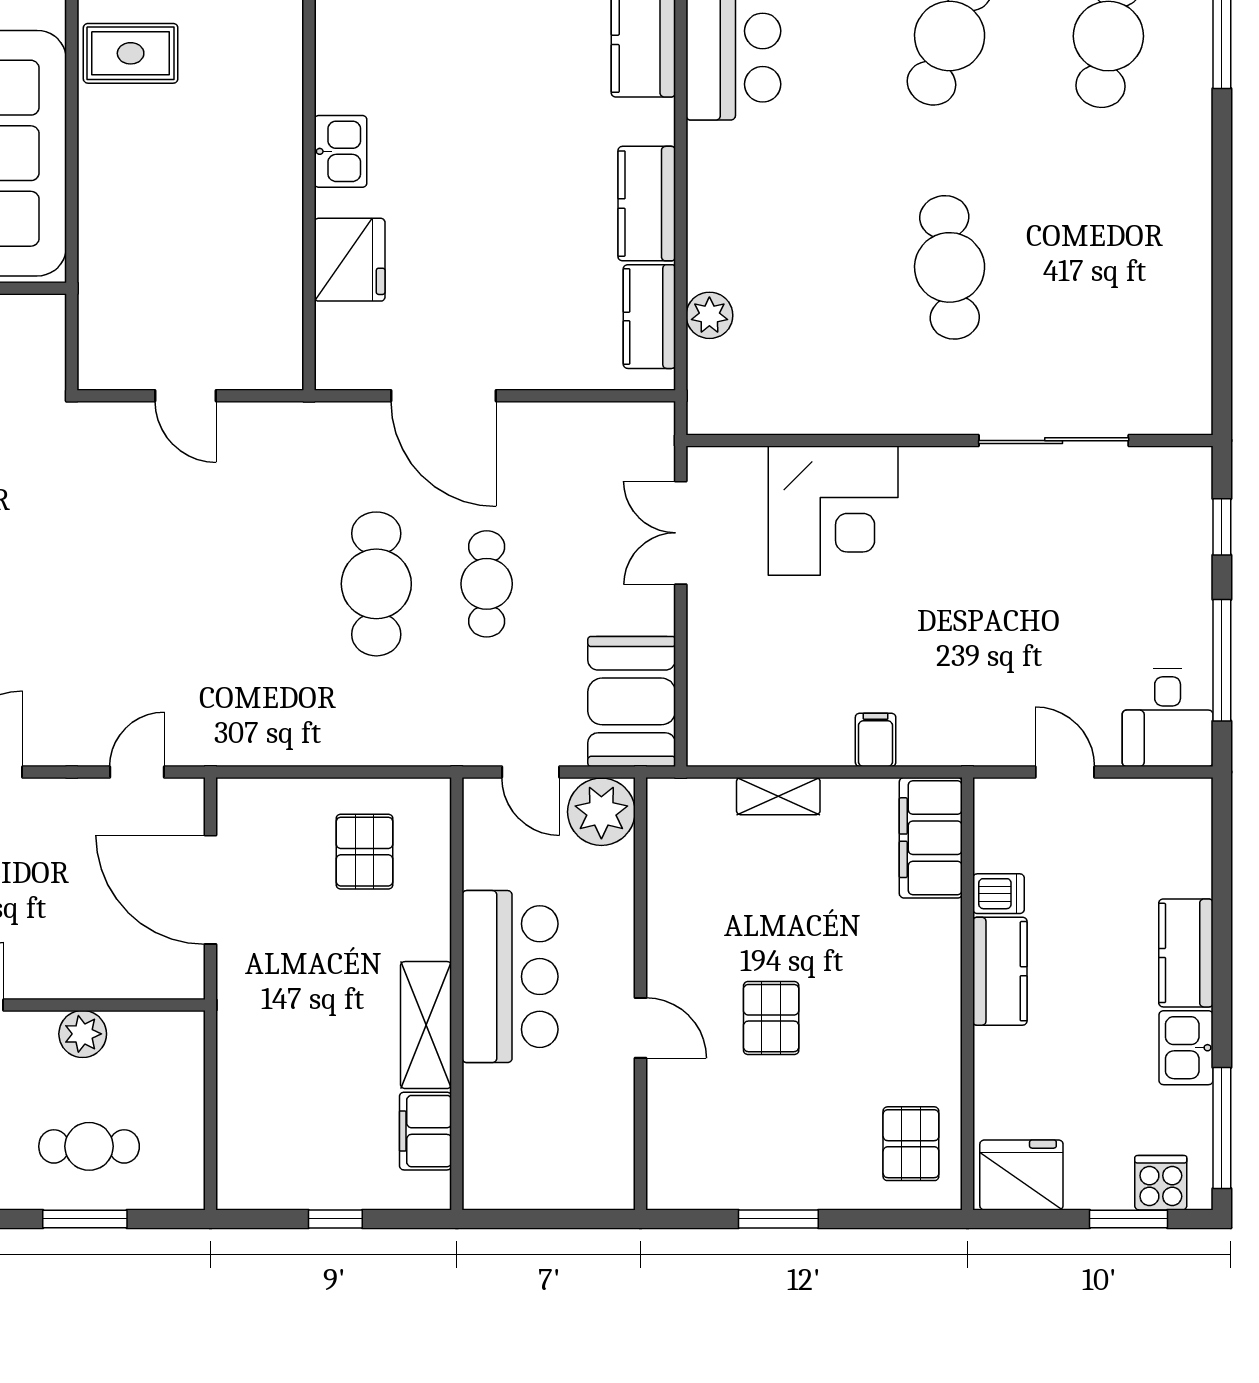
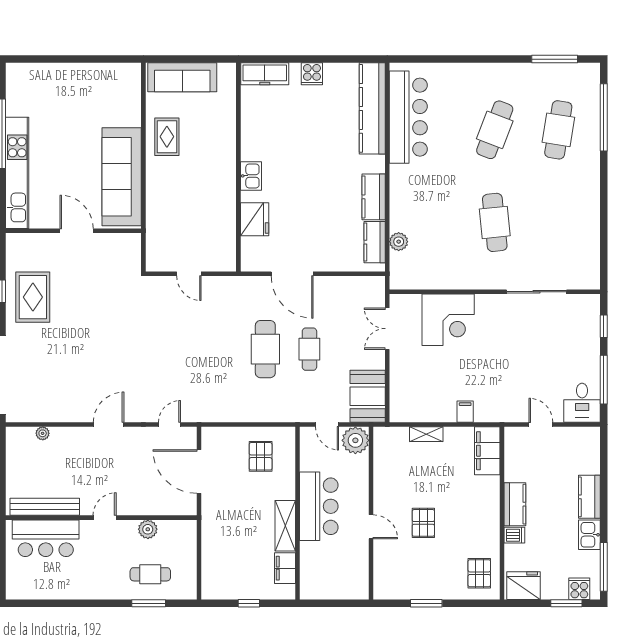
rug: (131, 53) -> (167, 137), turned 90
dishwasher: (998, 894) -> (514, 535), moved

